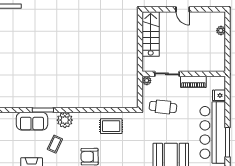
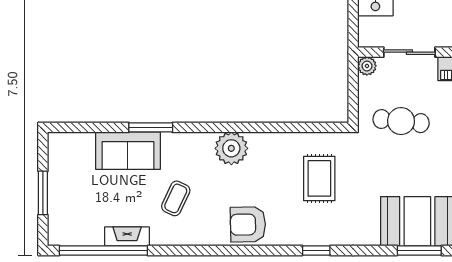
plant: (65, 120) -> (231, 148), moved
rug: (111, 126) -> (319, 178), moved, turned 90

